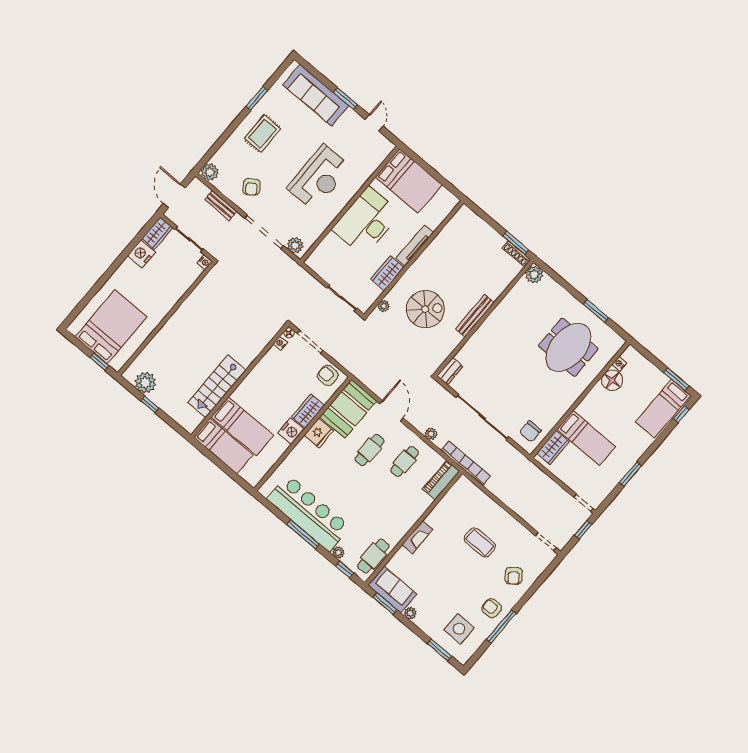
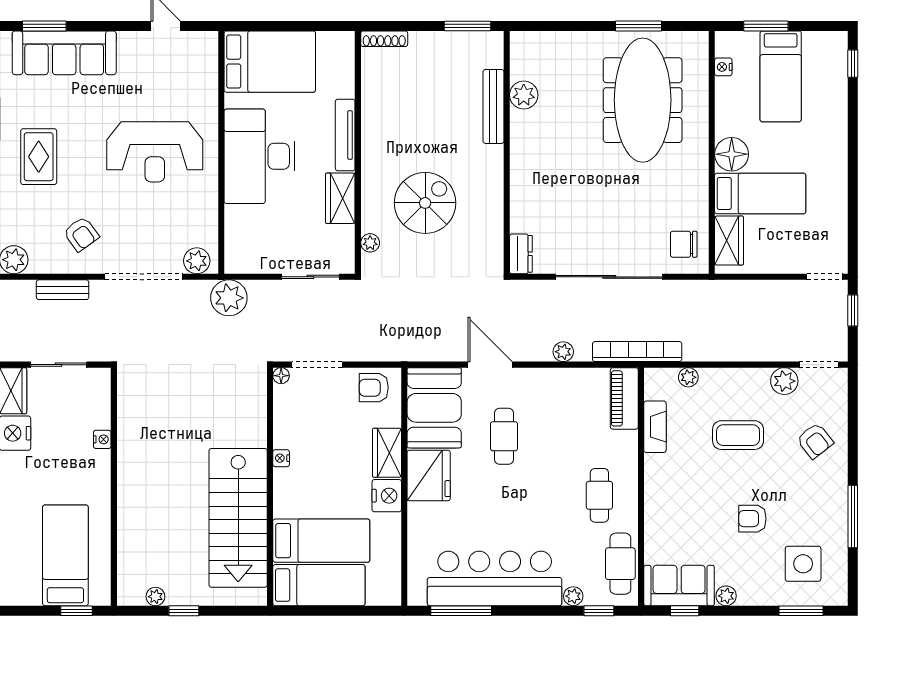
window: (345, 98) -> (44, 26), moved
reception desk: (319, 178) -> (155, 152), turned 90
shoe rack: (516, 254) -> (384, 39), moved
nightstand: (205, 262) -> (102, 439), moved
plant: (534, 275) -> (524, 95), moved
plant: (296, 276) -> (229, 298), added
bench: (475, 316) -> (493, 106), moved
bed: (111, 327) -> (65, 555), width x0.67
nightstand: (280, 343) -> (281, 458), moved
meeting table: (568, 347) -> (643, 100), width x1.36
window: (676, 379) -> (766, 26), moved
floor lamp: (612, 380) -> (732, 154), moved
plant: (145, 383) -> (155, 597), width x0.53, depth x0.53
stairs: (217, 386) -> (238, 518), width x1.36, depth x1.51
bed: (663, 409) -> (781, 76), moved
chair: (530, 431) -> (684, 244), turned 90
fridge: (319, 433) -> (429, 475), width x1.36, depth x1.34
cafe table: (405, 462) -> (599, 495), moved
window: (630, 474) -> (853, 192), removed
plant: (479, 496) -> (688, 377), added
window: (303, 534) -> (461, 611), moved
plant: (523, 536) -> (784, 381), added
fireplace: (417, 537) -> (655, 427), moved
window: (385, 604) -> (685, 611), width x0.67
armchair: (492, 608) -> (752, 519), moved

